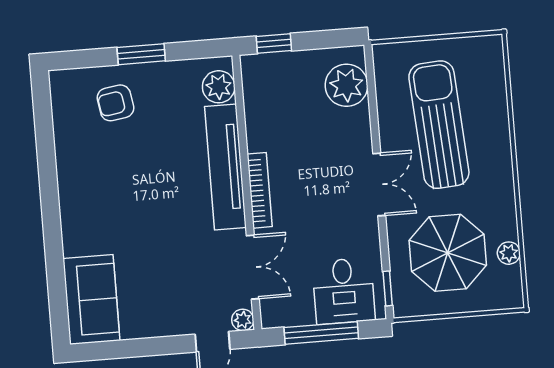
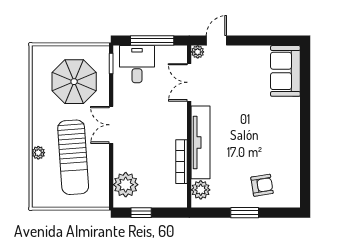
window: (274, 44) -> (141, 213), moved
bookcase: (260, 190) -> (182, 162), moved
plant: (509, 253) -> (38, 153), moved

